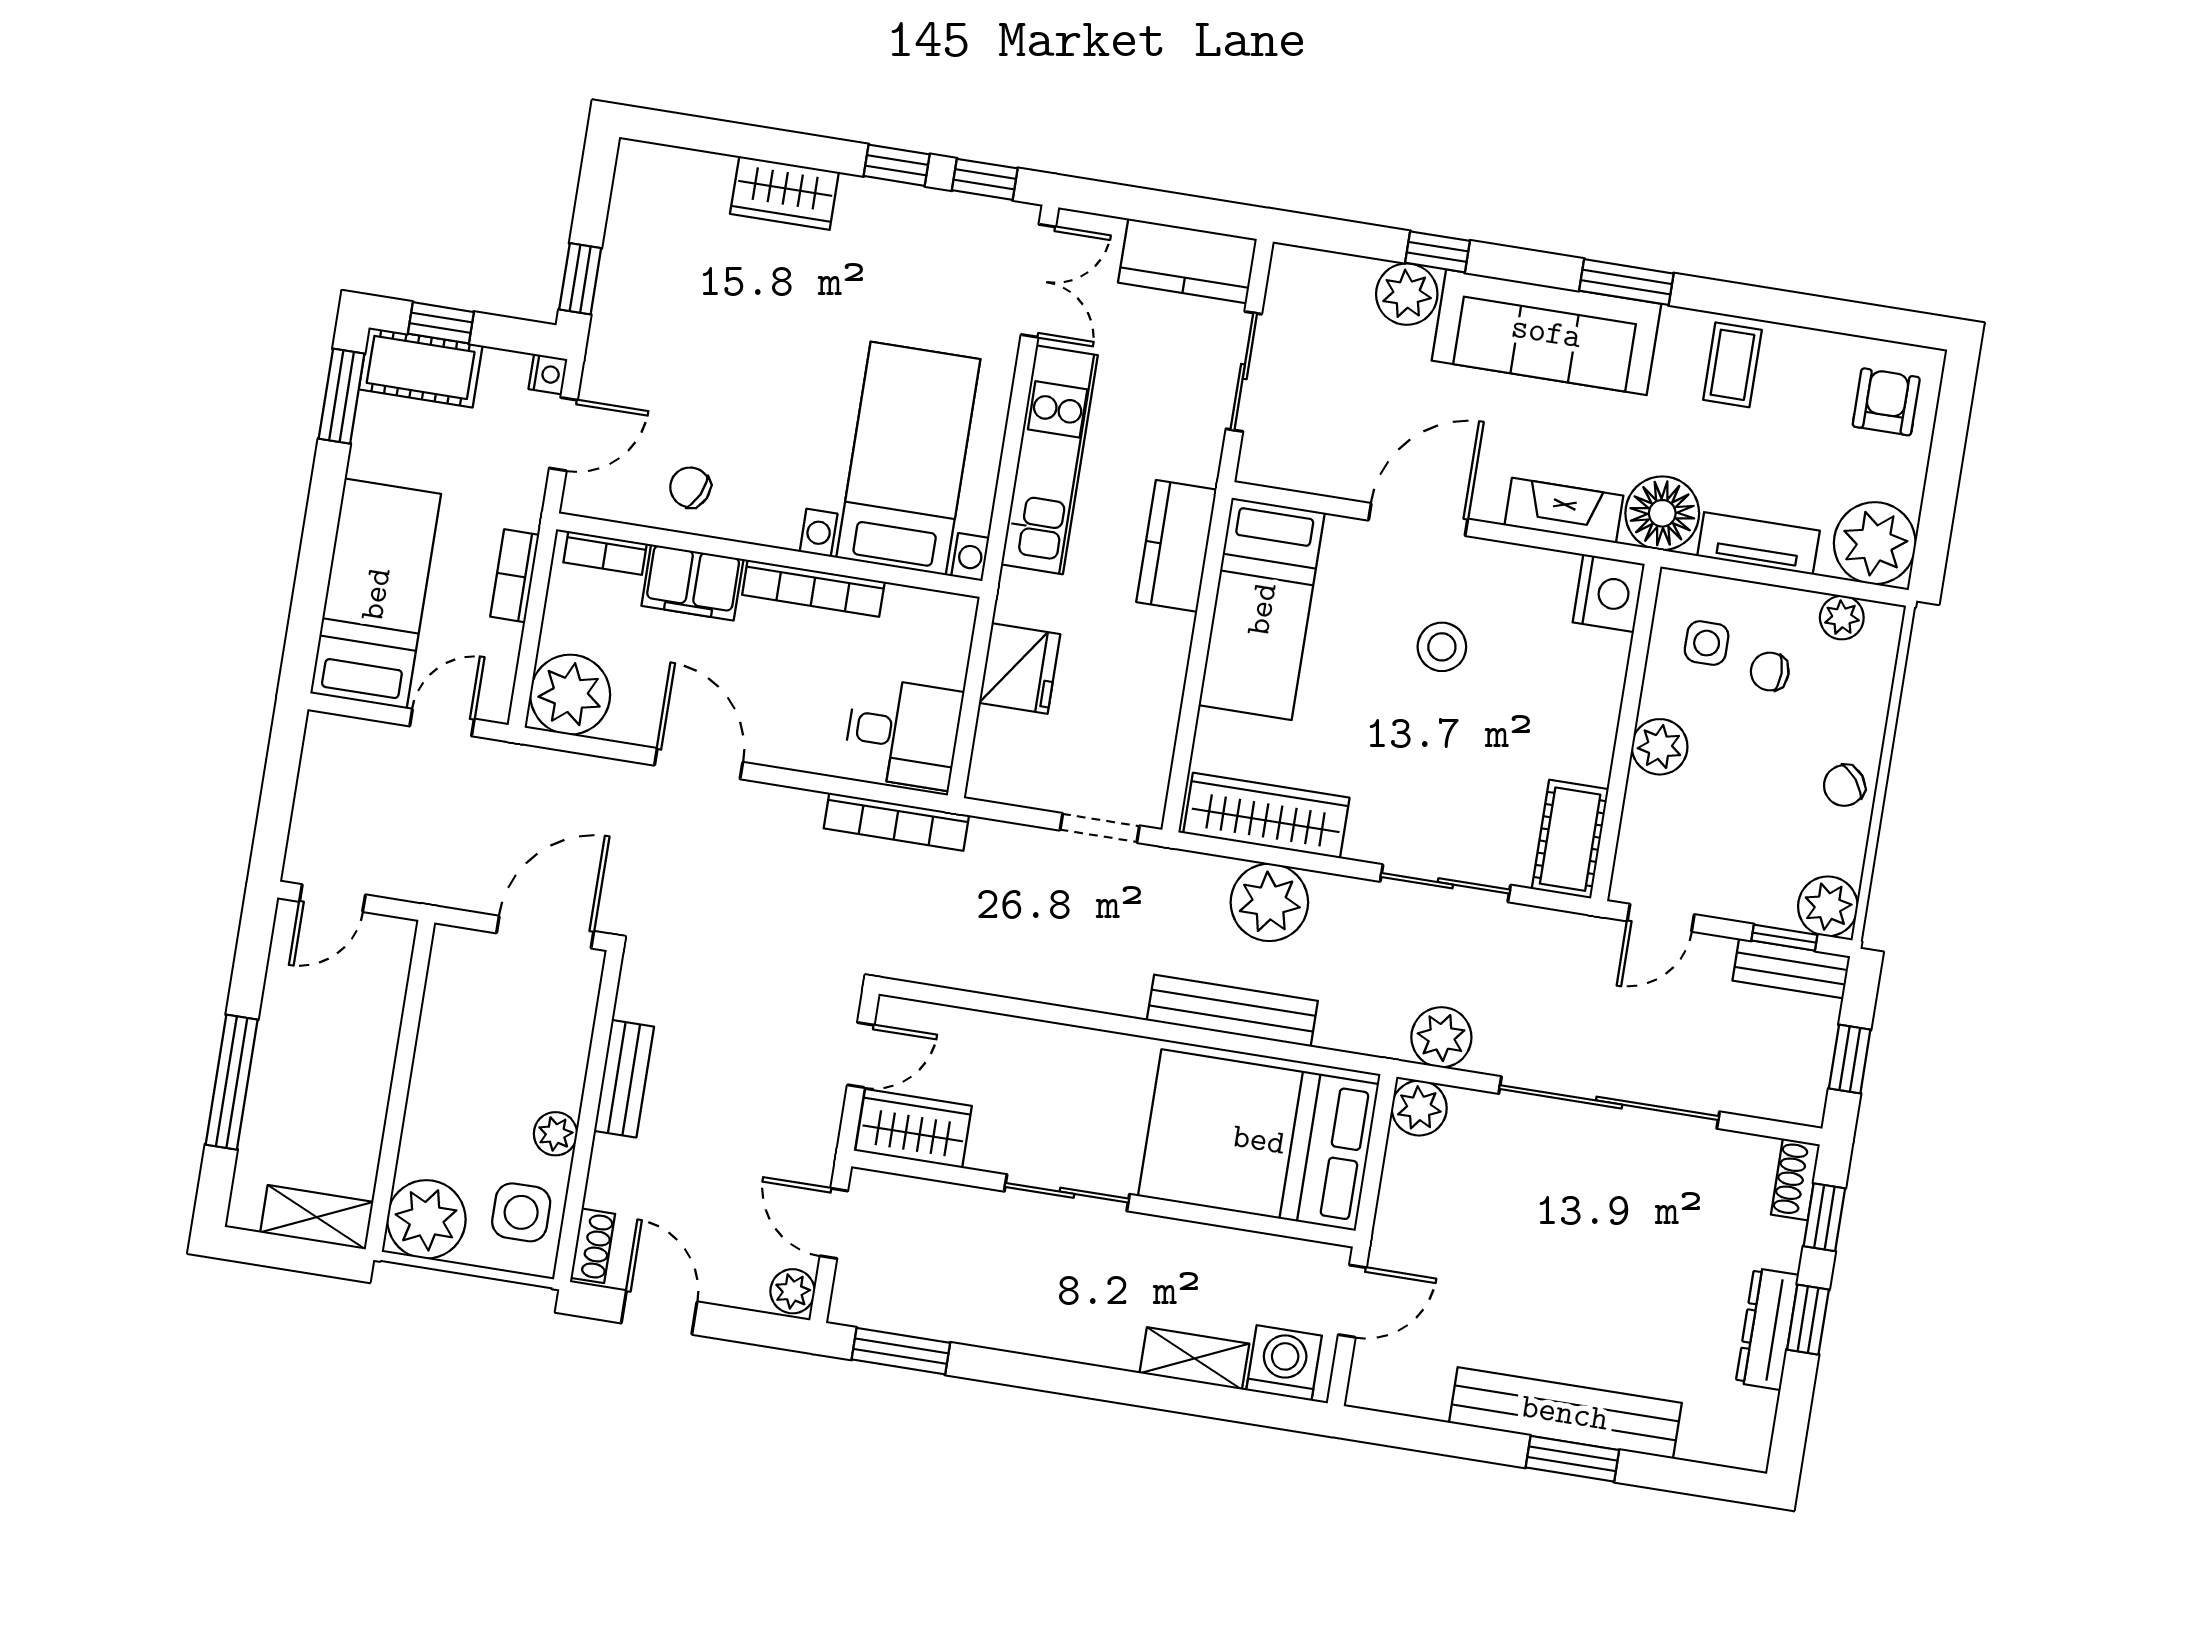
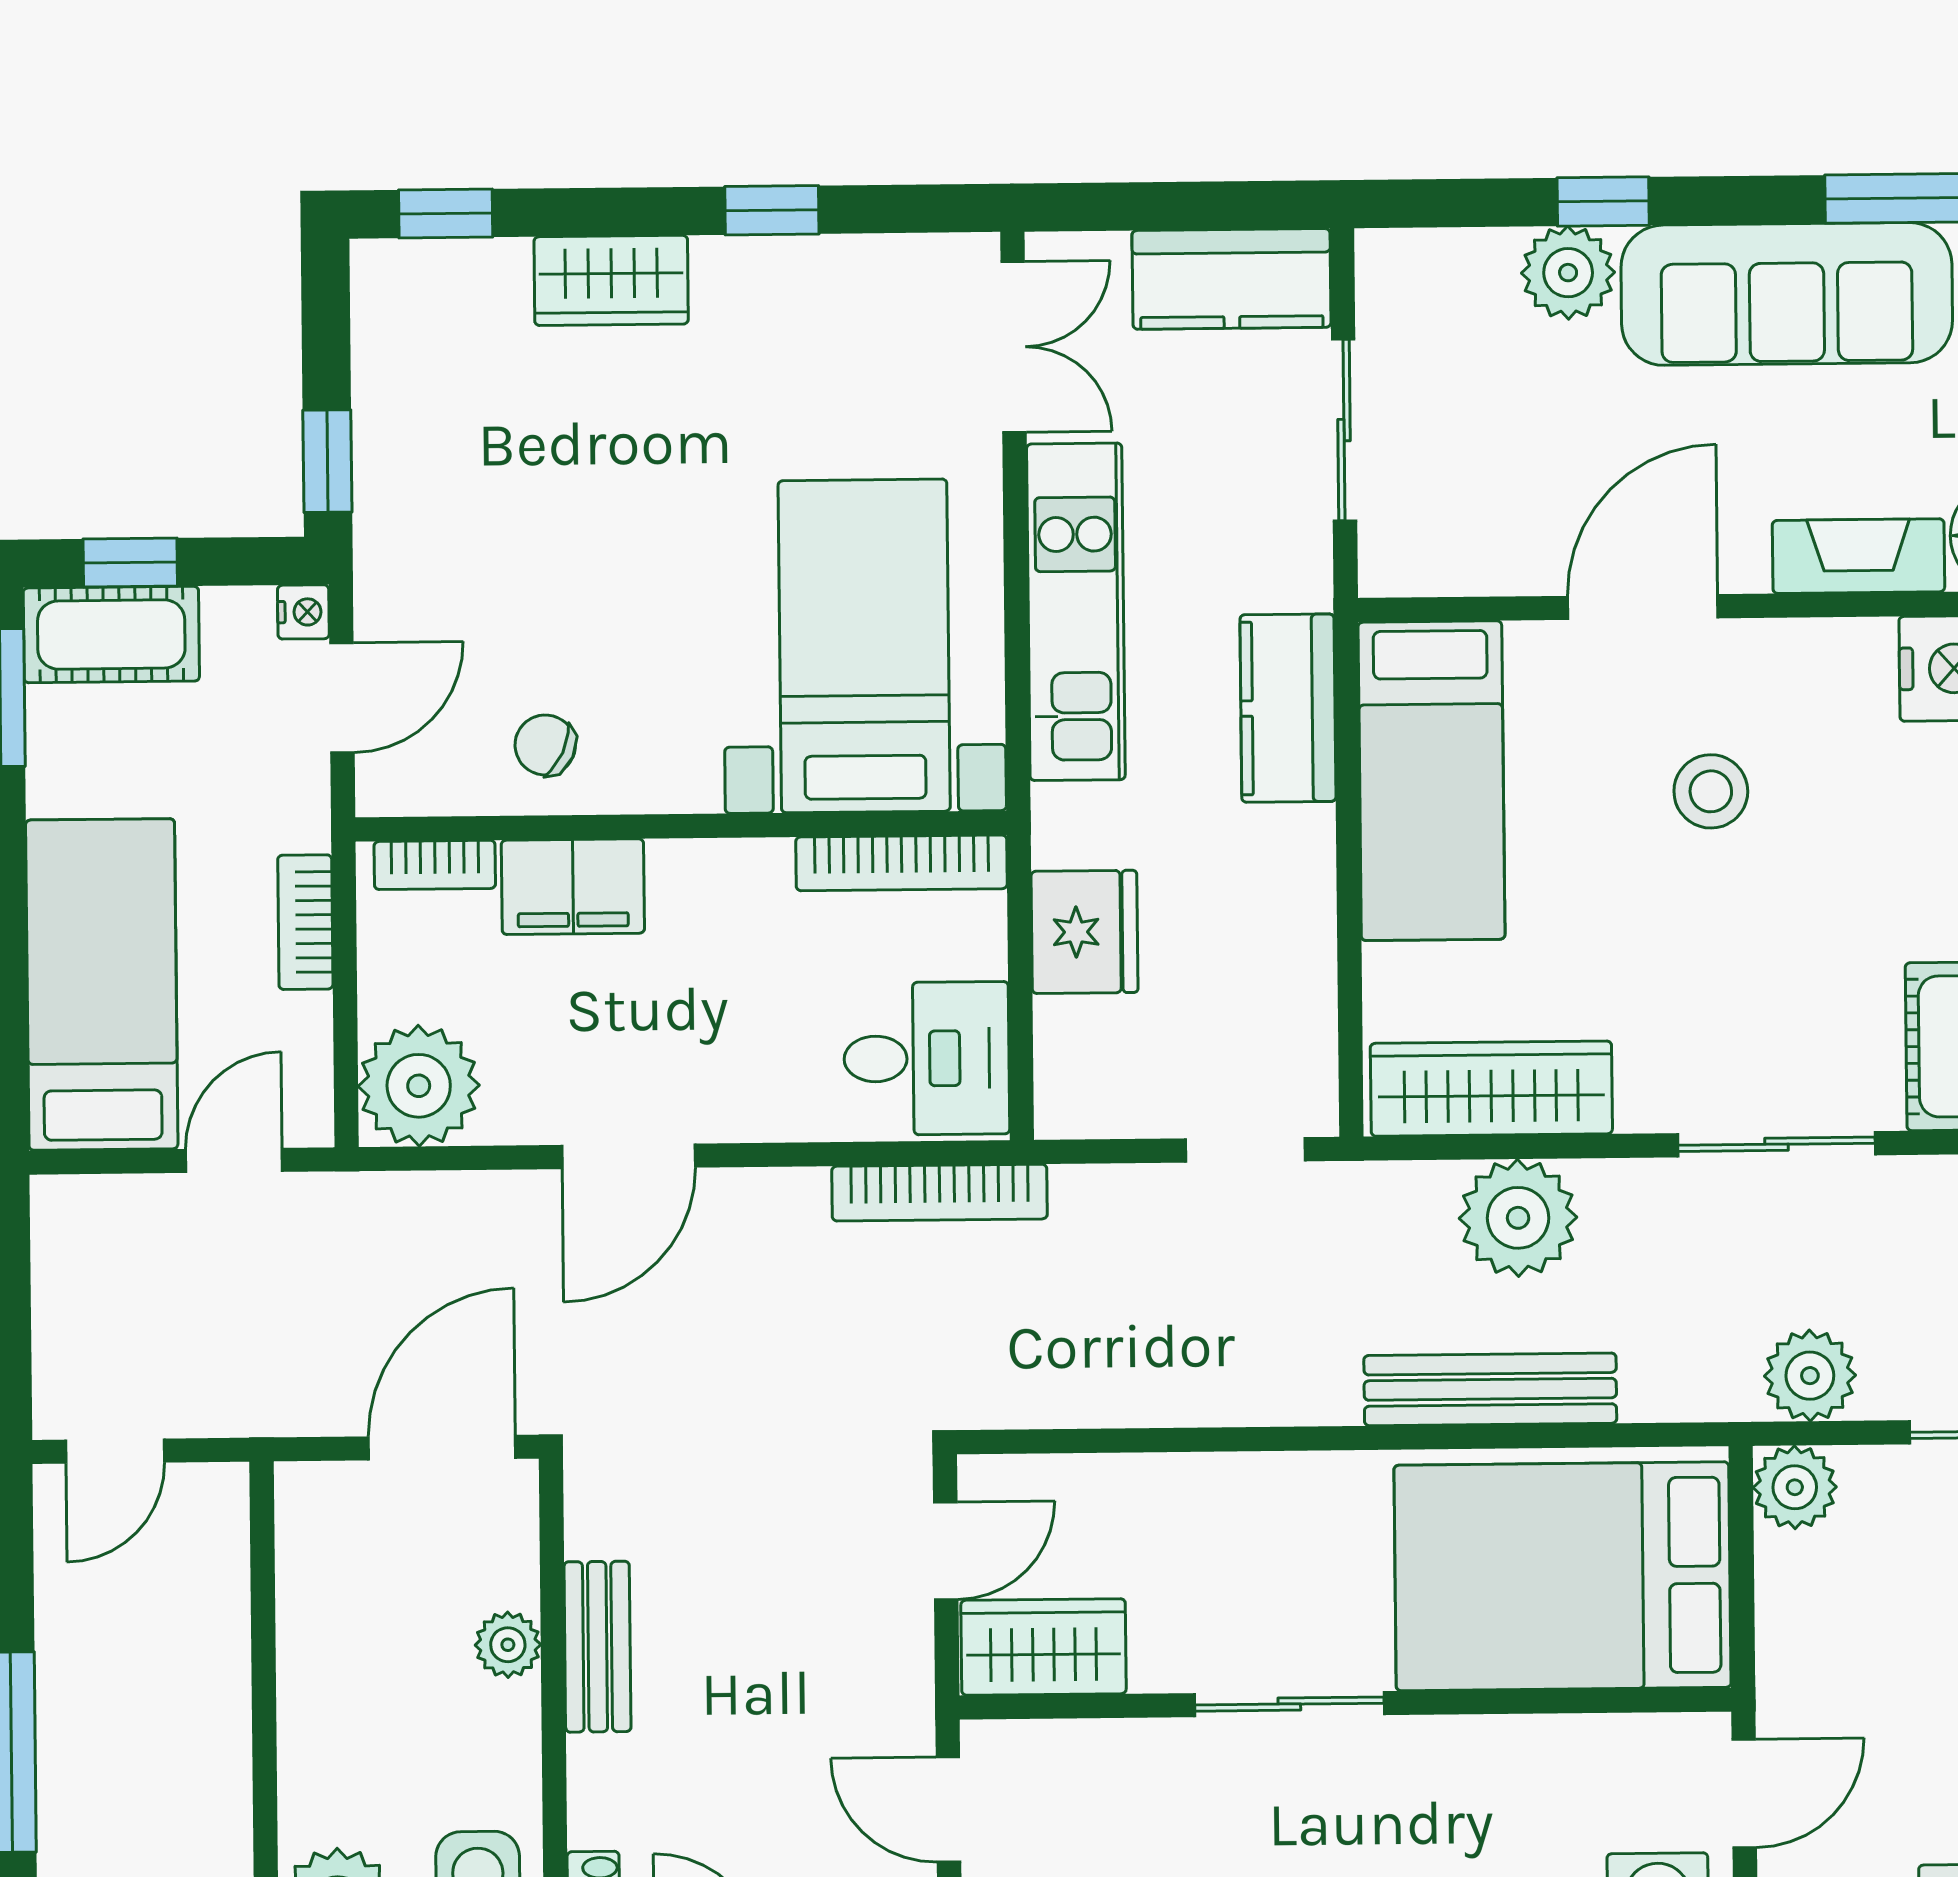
window: (985, 179) -> (446, 214), moved
bookcase: (813, 588) -> (901, 863), moved
door: (699, 764) -> (629, 1156), swing flipped
plant: (555, 1134) -> (508, 1645), moved

